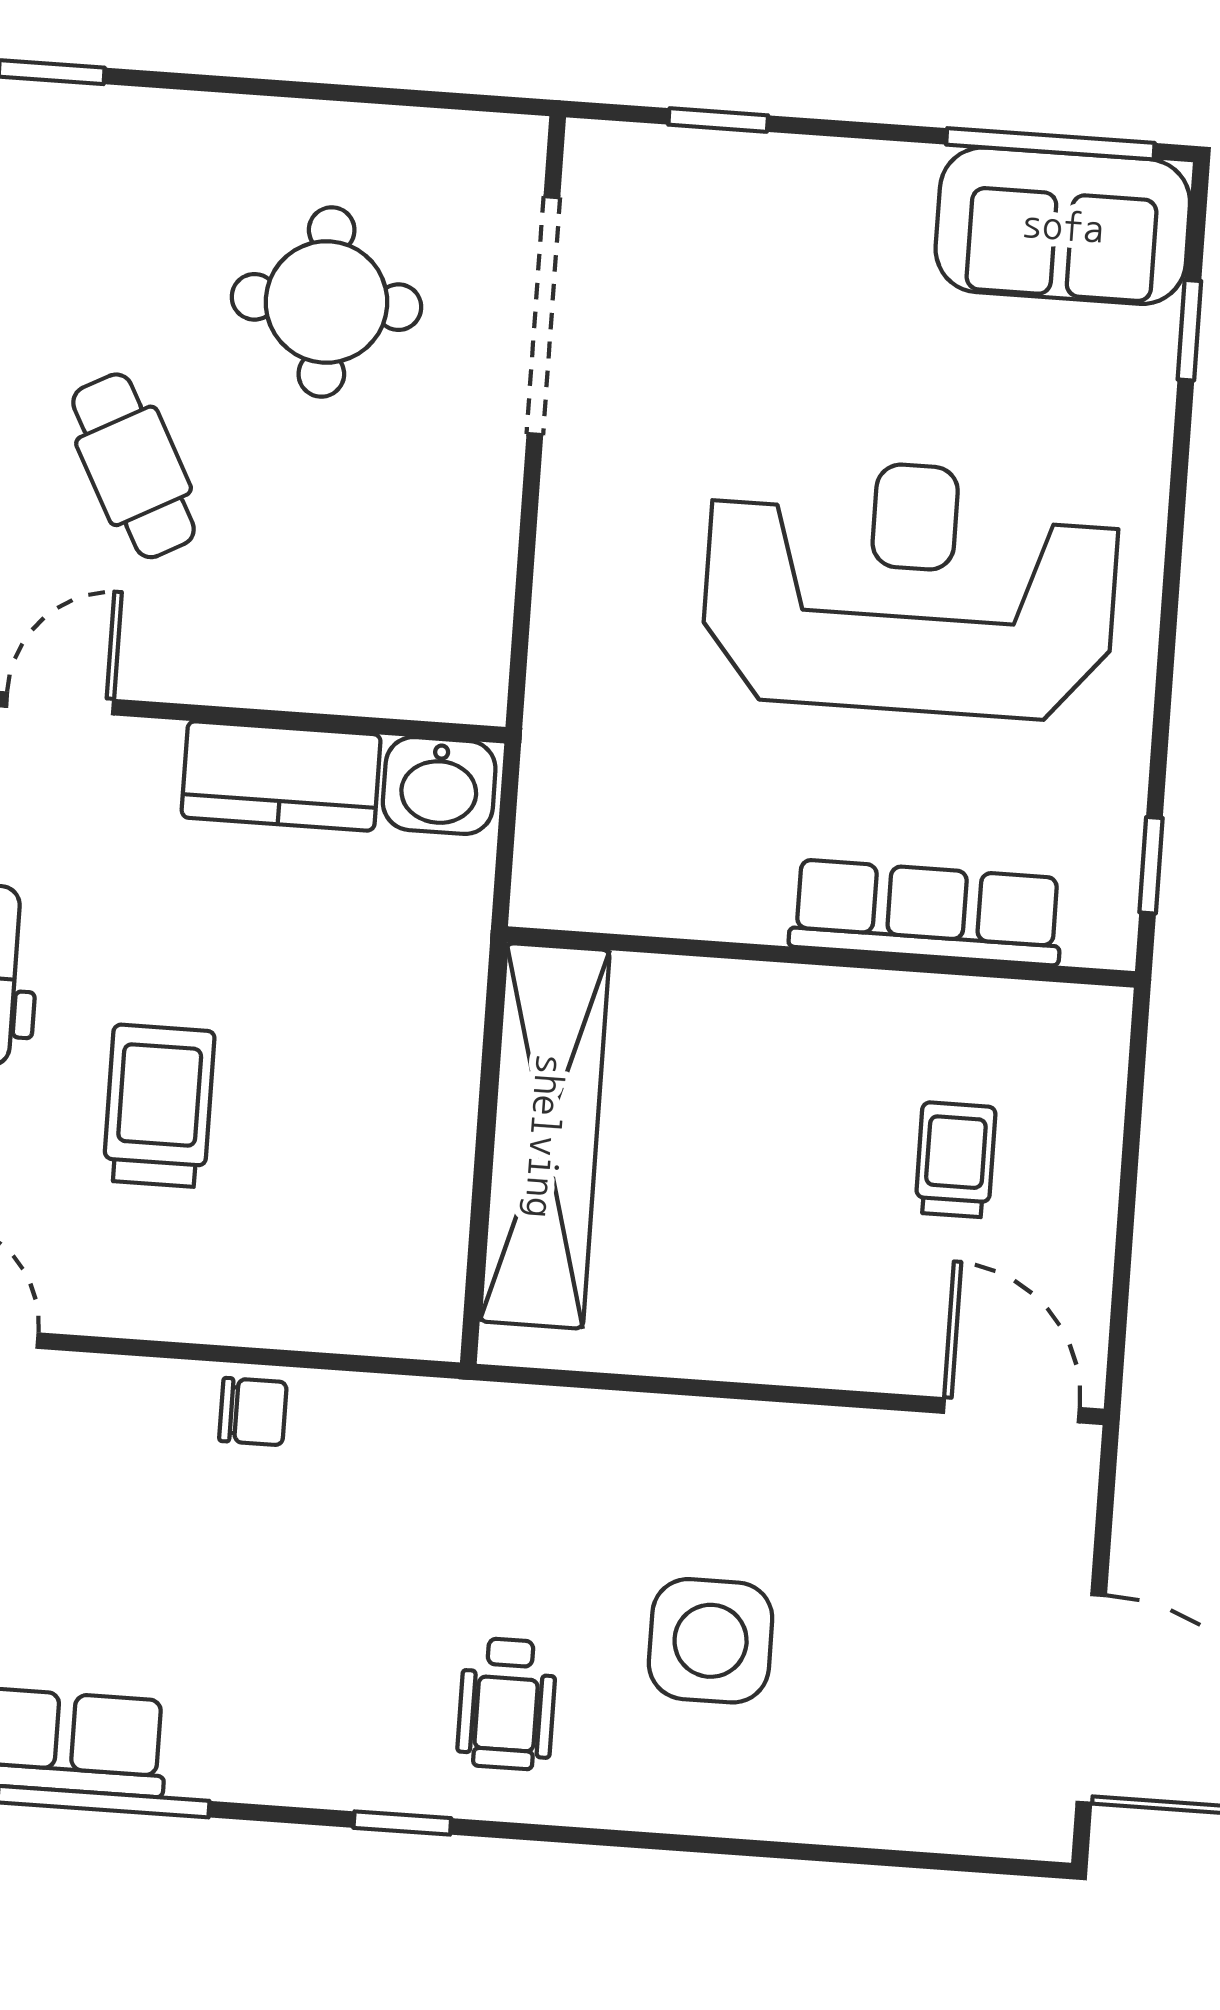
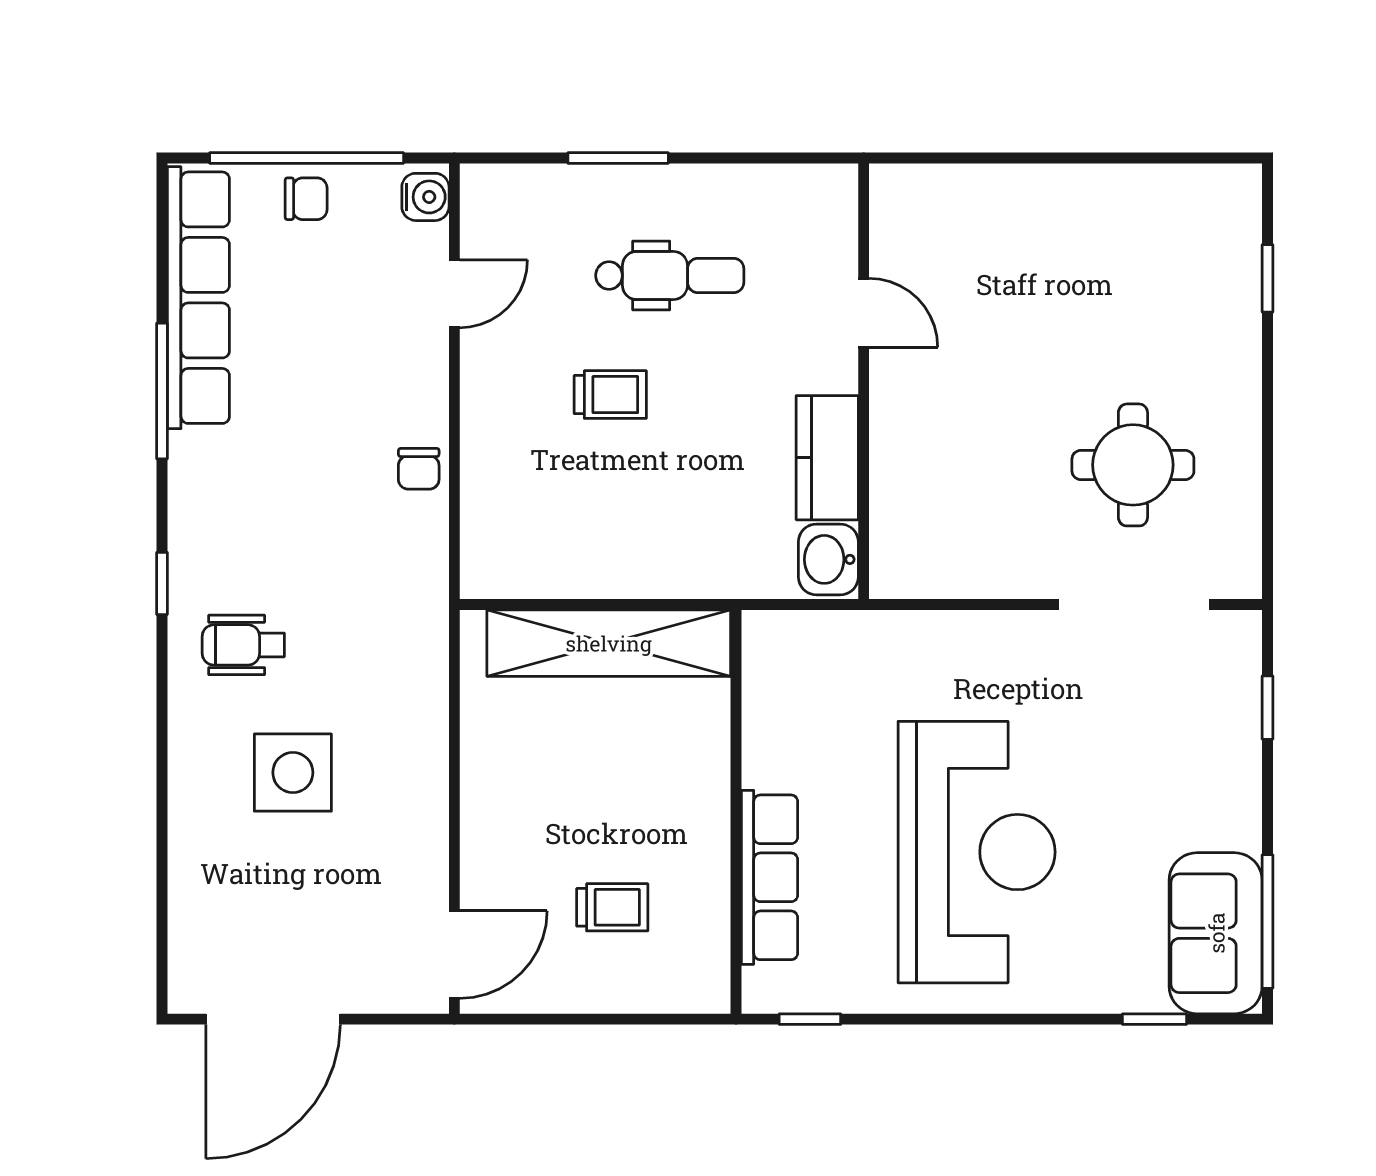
cafe table: (134, 466) -> (1019, 349), removed
trolley: (159, 1106) -> (610, 395), width x0.73, depth x0.72

